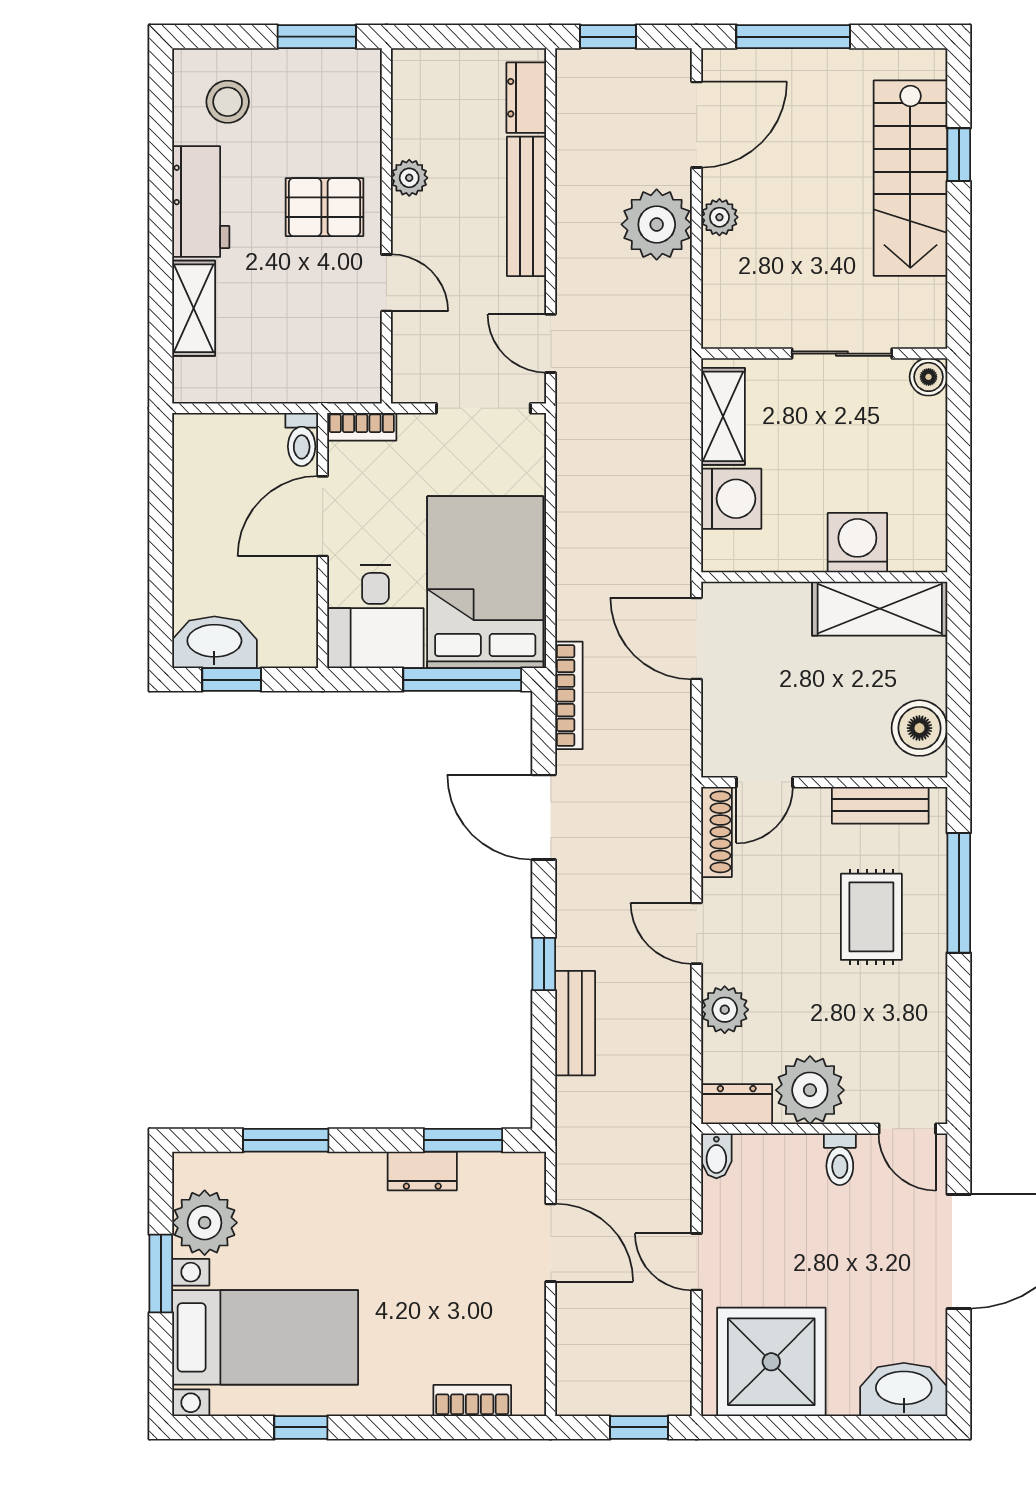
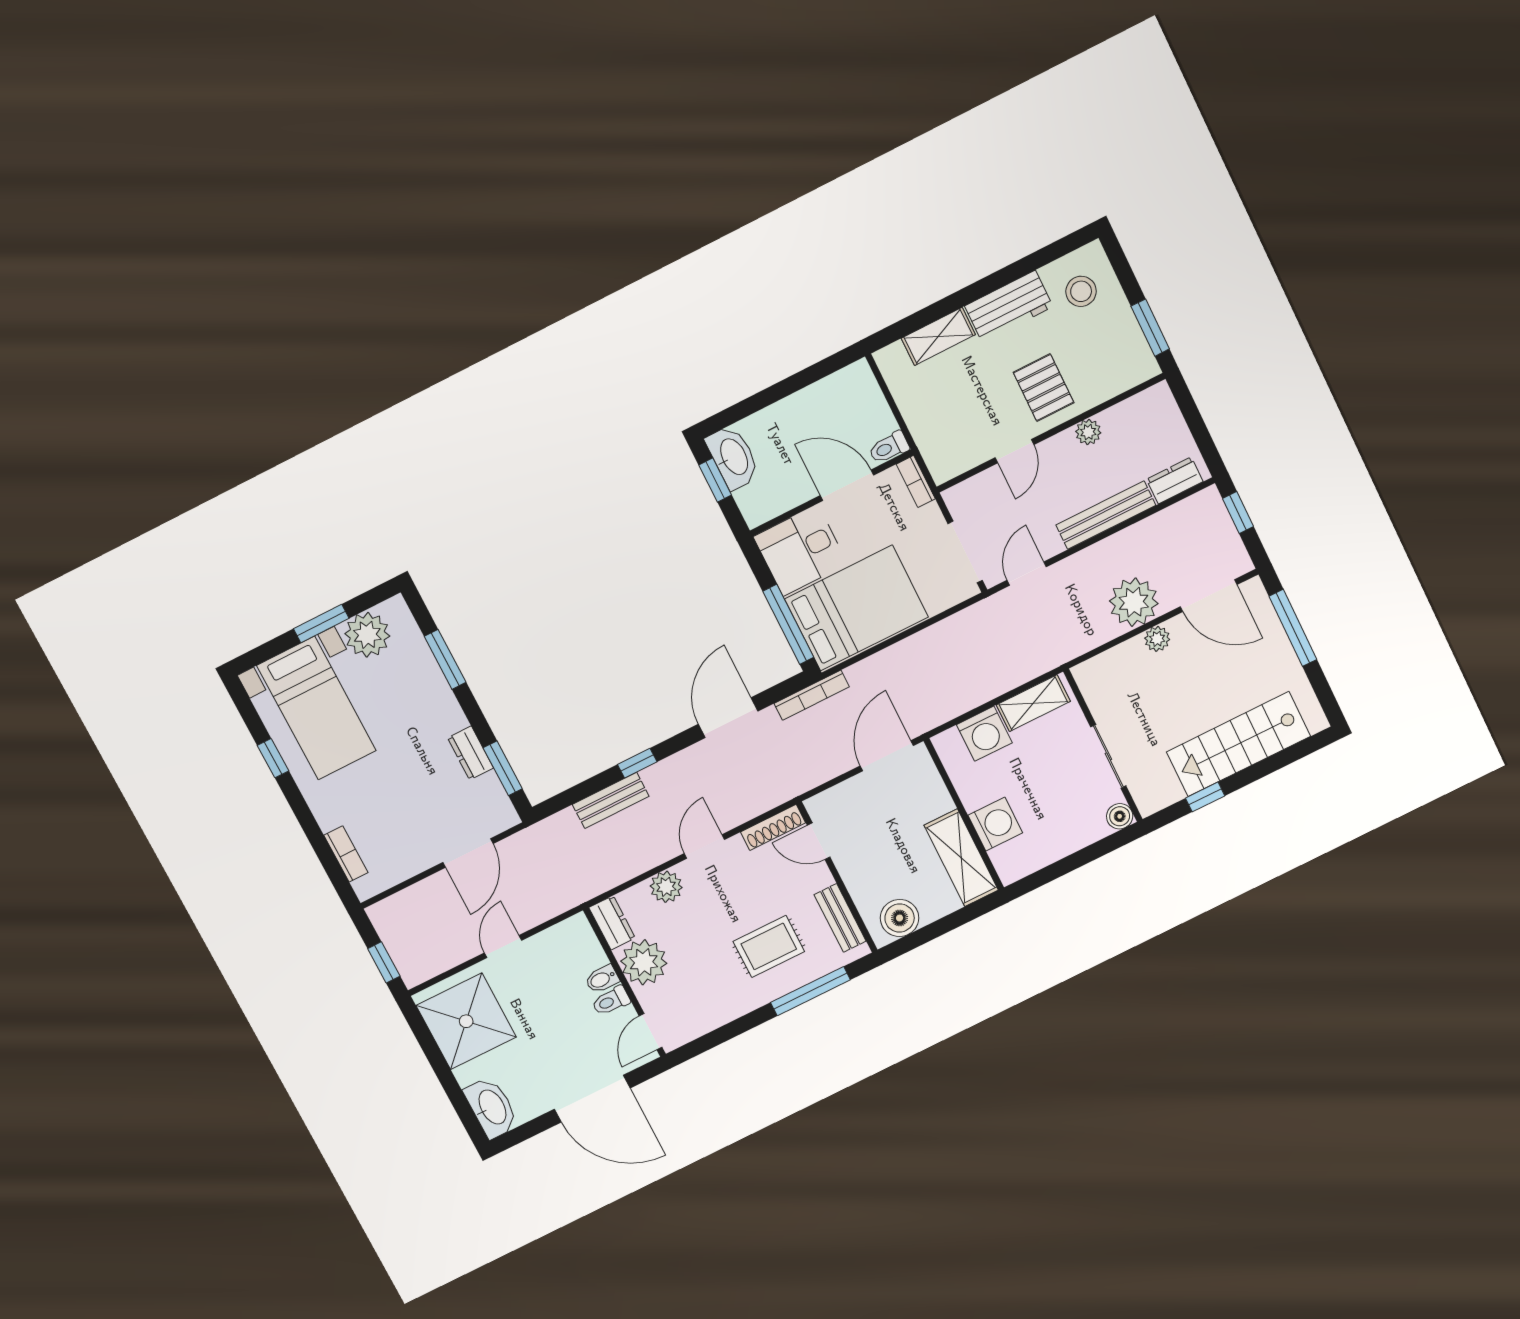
window: (959, 155) -> (1205, 797), moved
bidet: (716, 1156) -> (602, 979), moved

